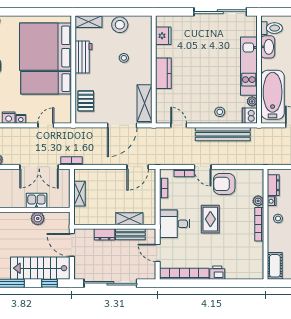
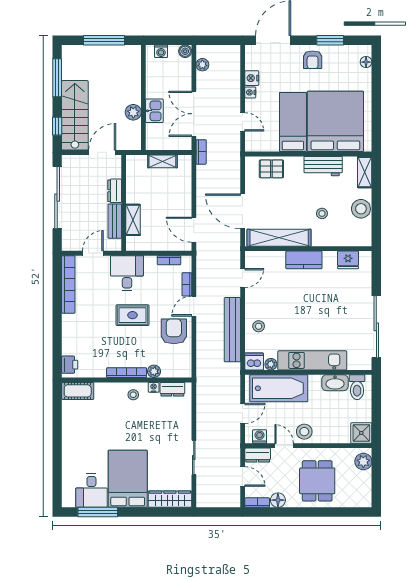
shelving: (144, 103) -> (279, 238), width x1.47
printer: (217, 273) -> (70, 365), moved

